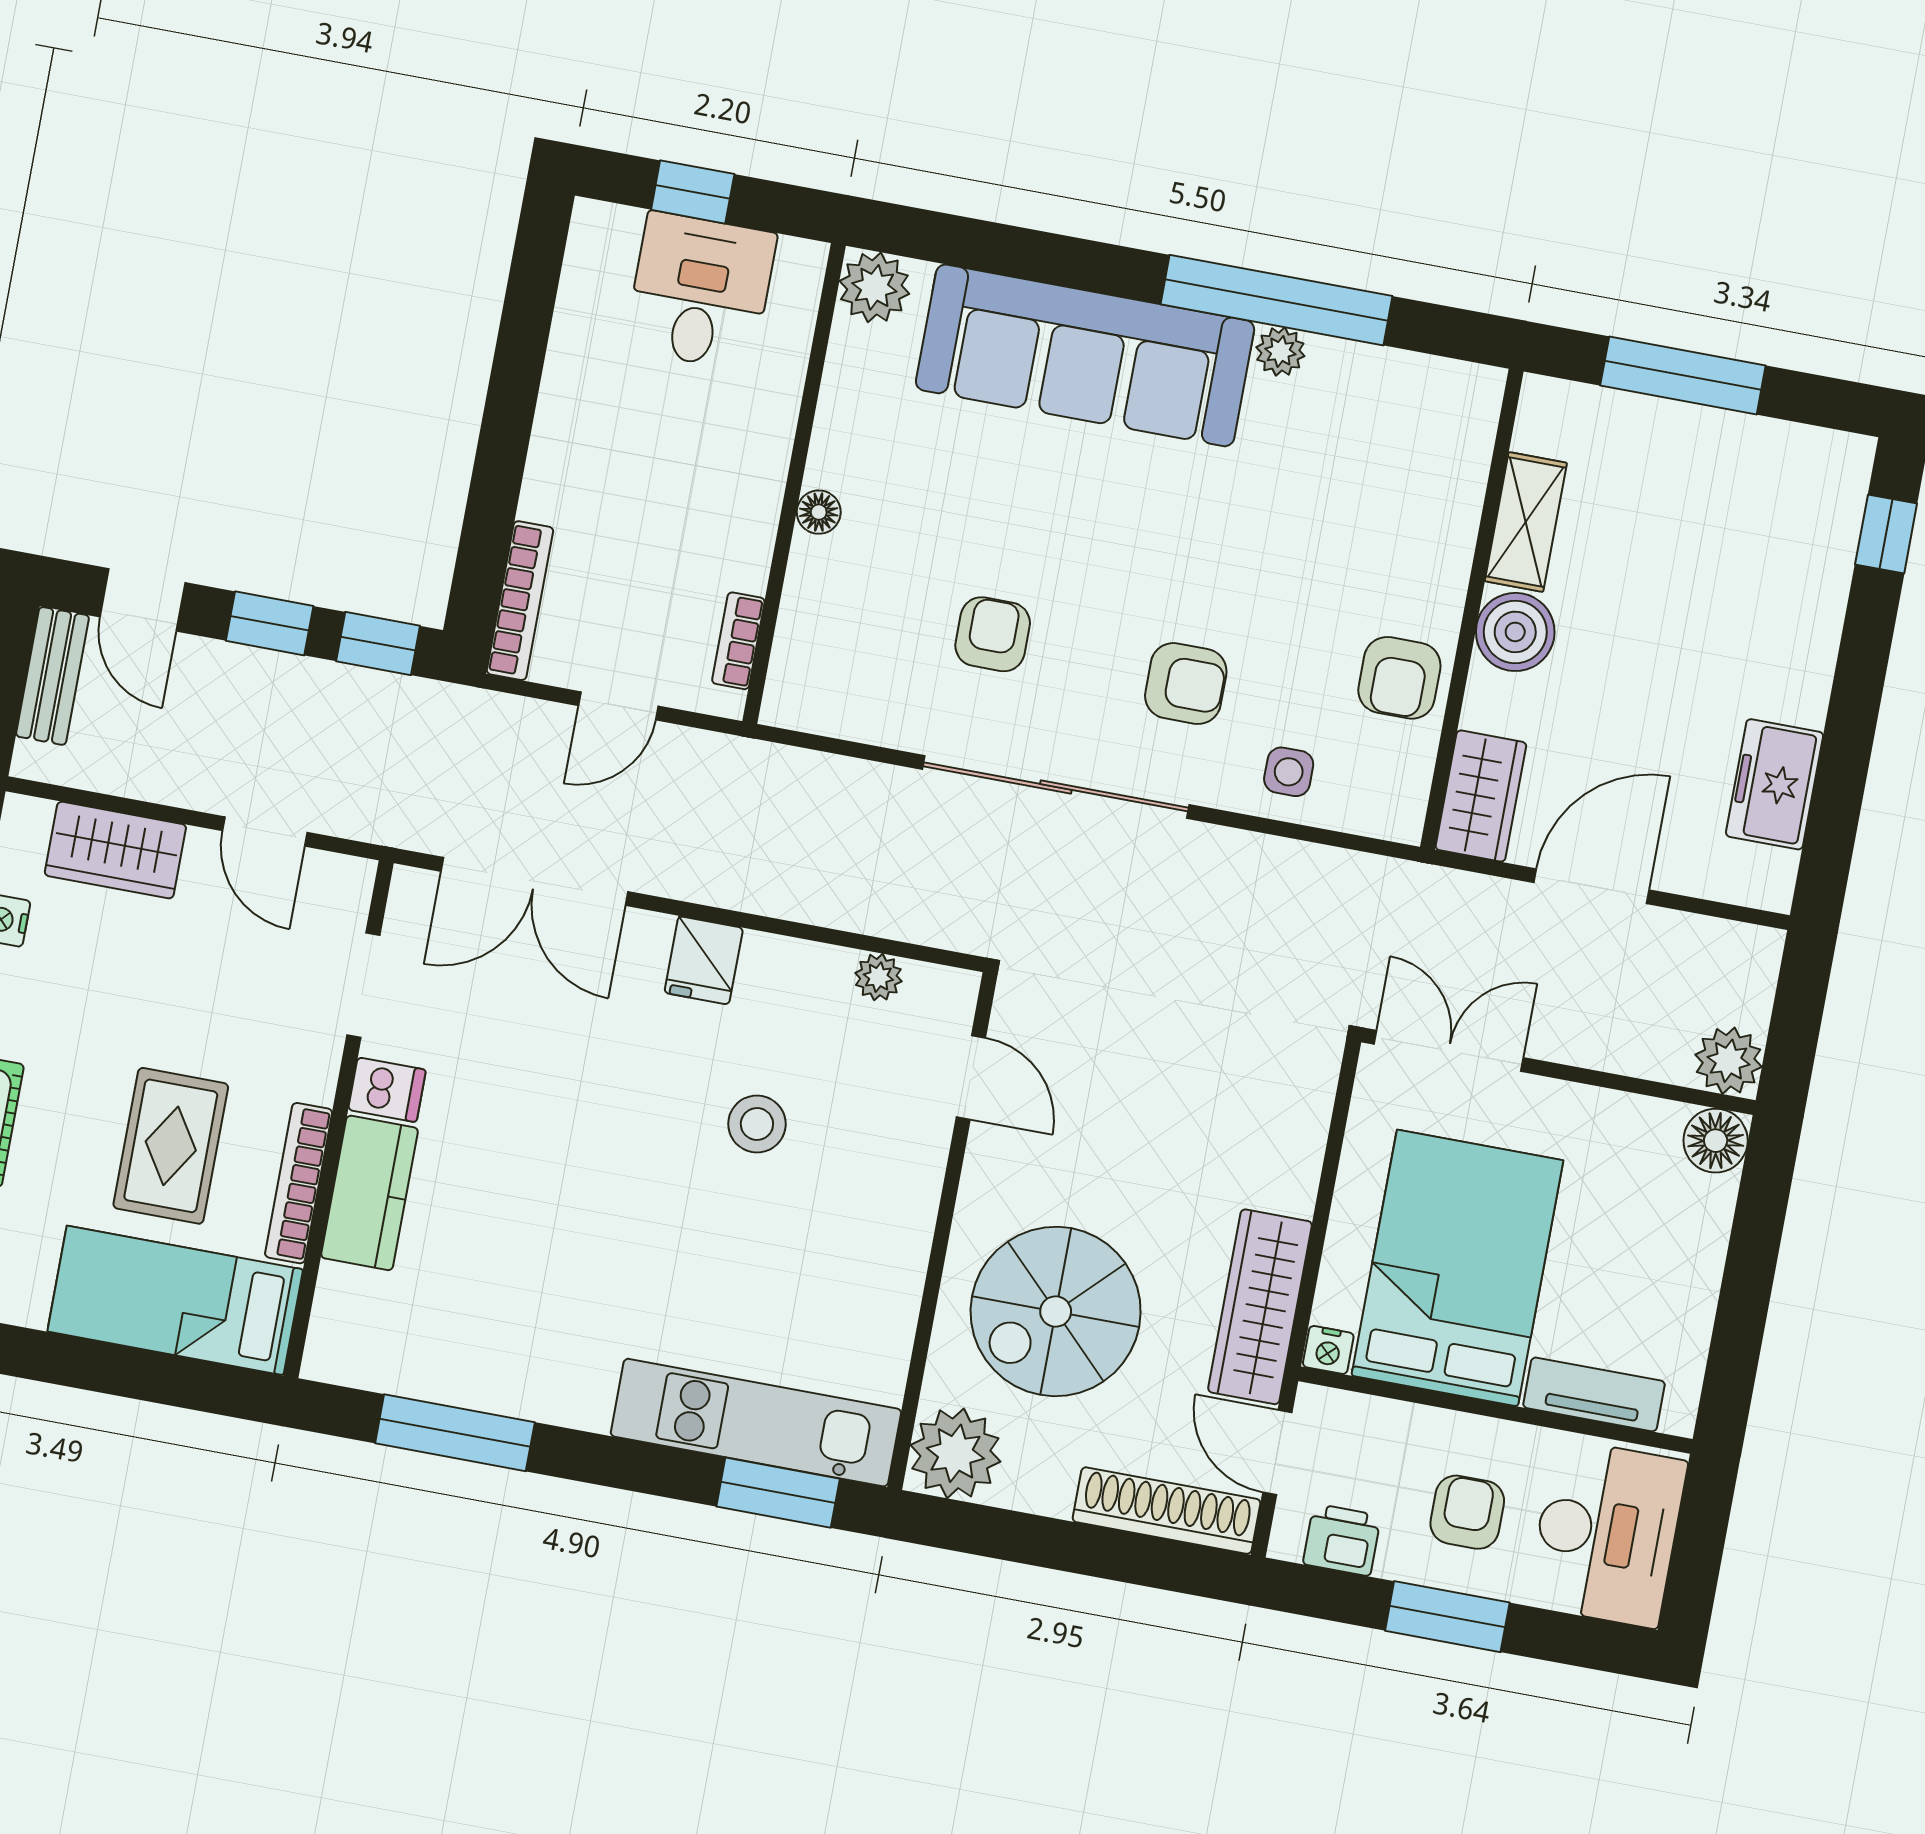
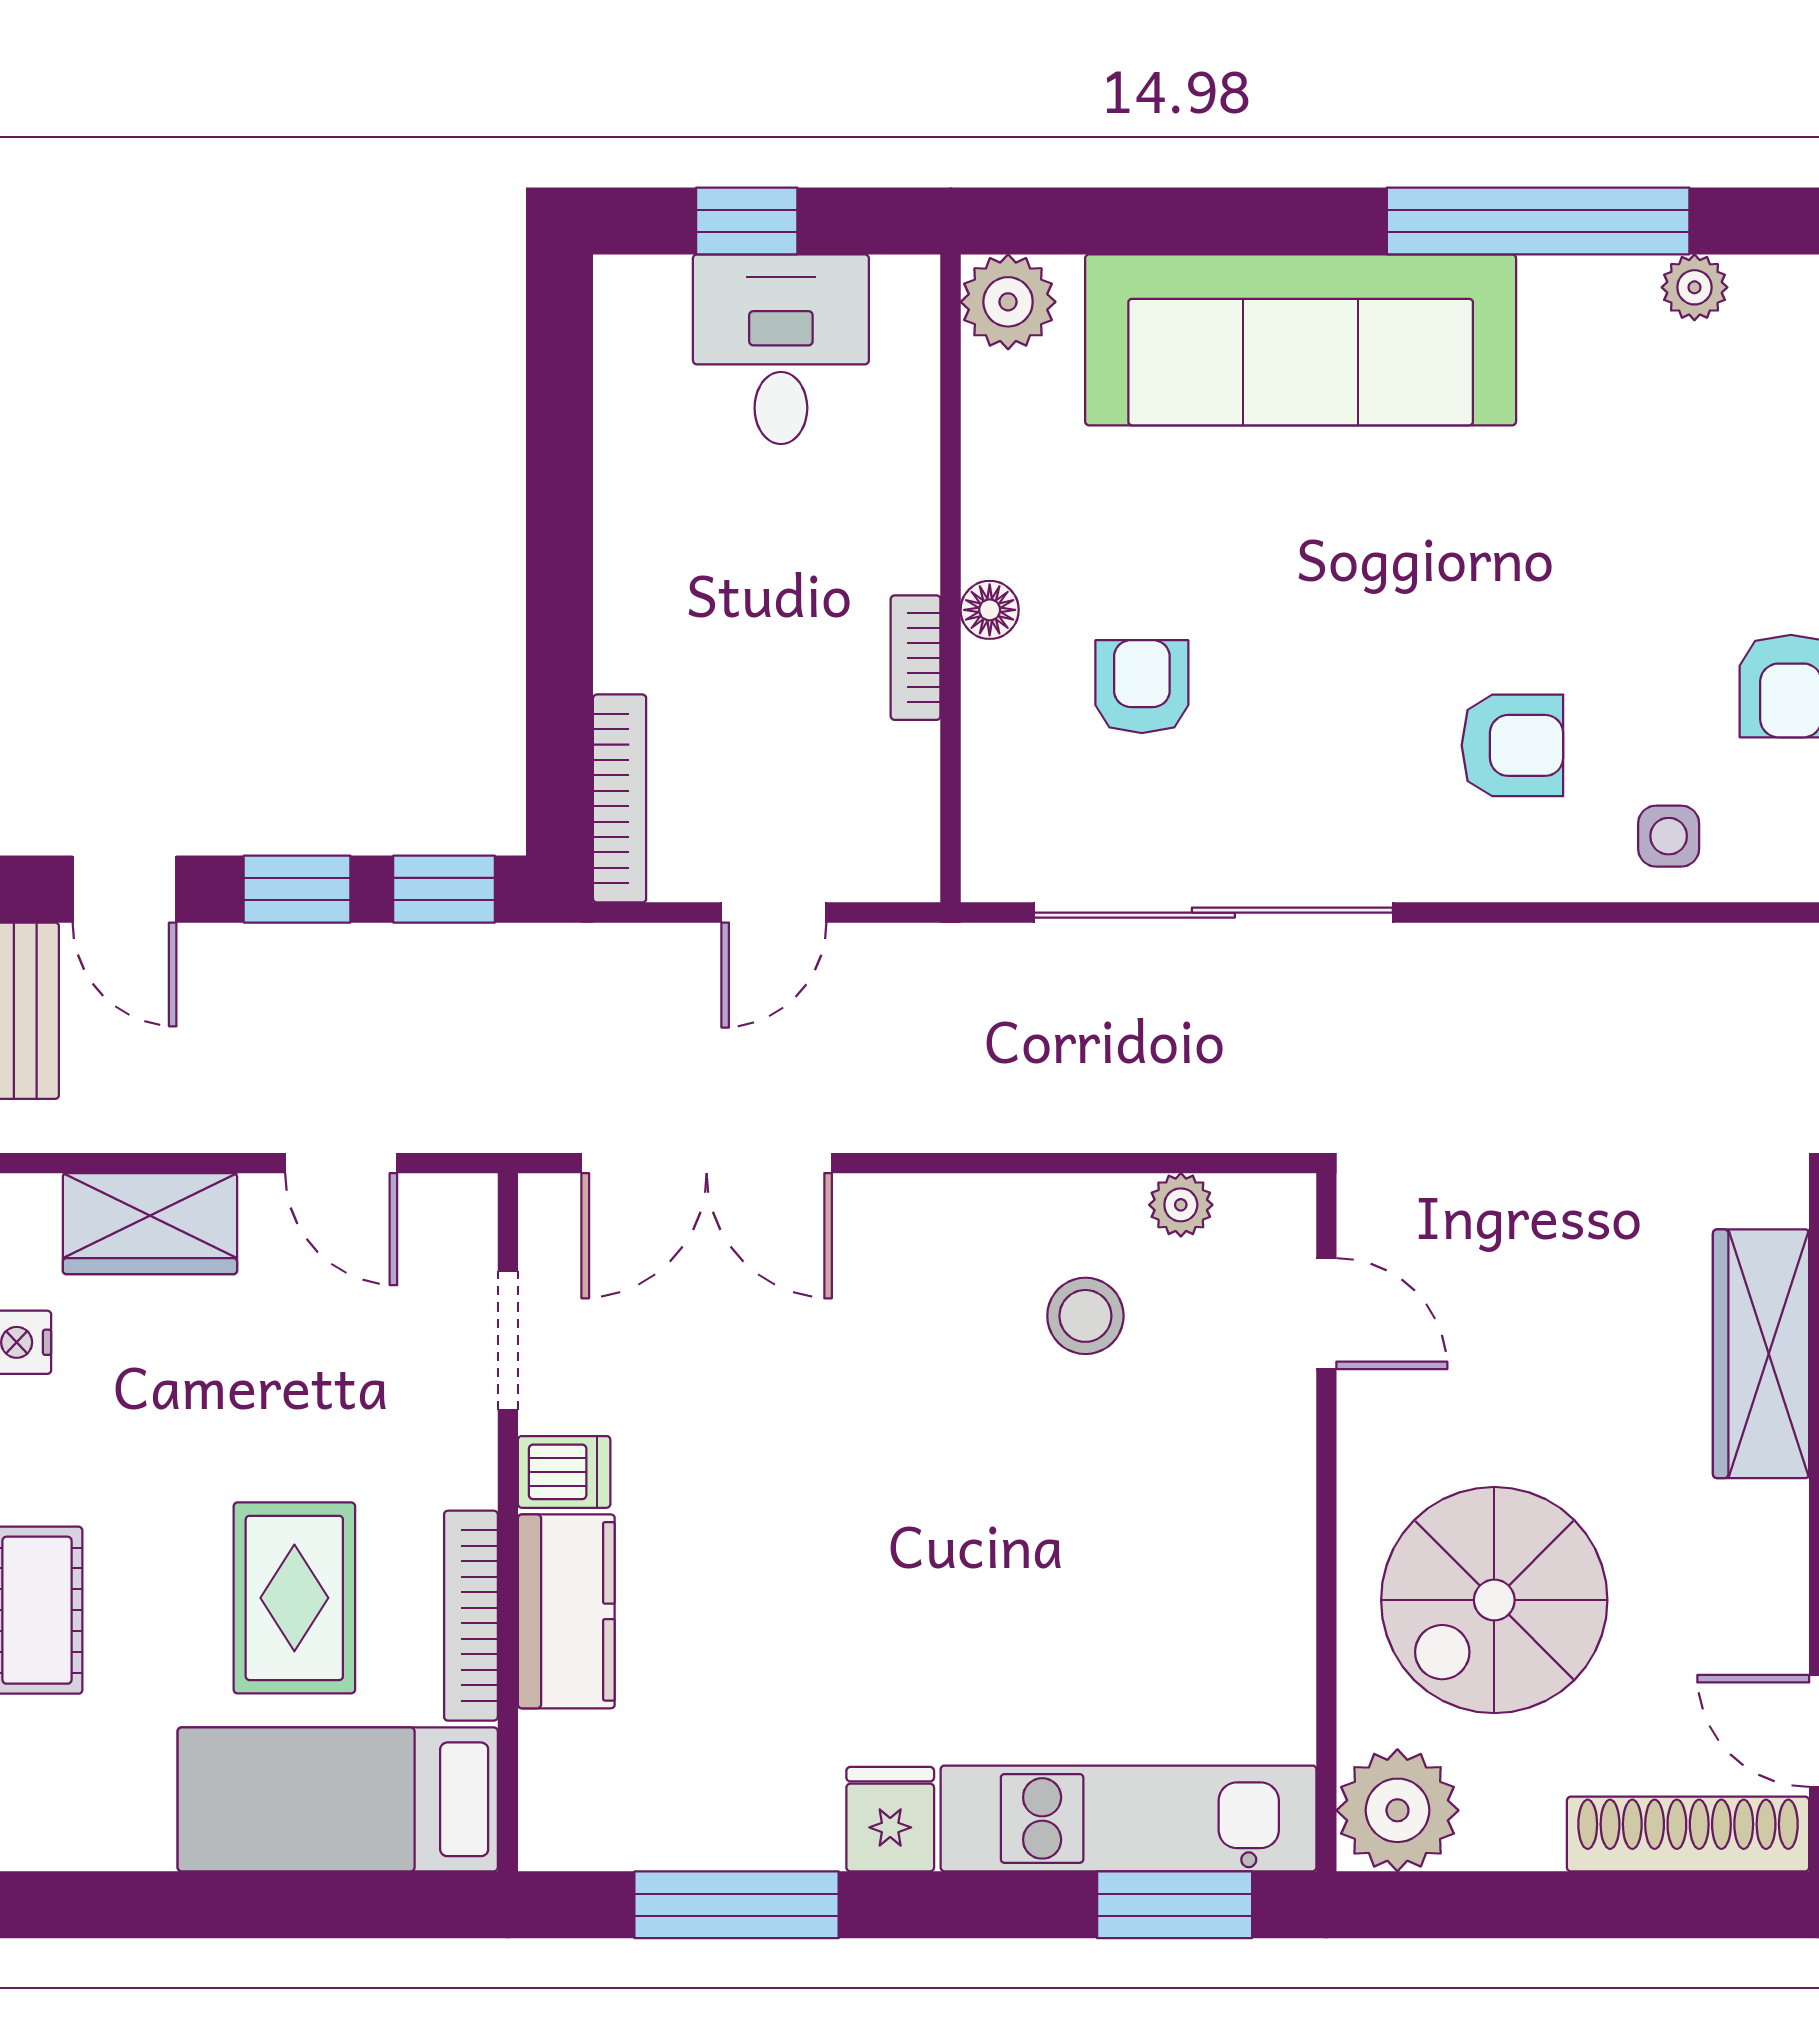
plant: (1280, 352) -> (1694, 287), moved
armchair: (993, 634) -> (1142, 687), moved
bookcase: (738, 641) -> (916, 658), moved
sliding door: (1056, 787) -> (1213, 913), moved
fridge: (704, 960) -> (890, 1819), moved, turned 180
stool: (757, 1124) -> (1085, 1316), moved
wardrobe: (1260, 1307) -> (1761, 1354), moved

